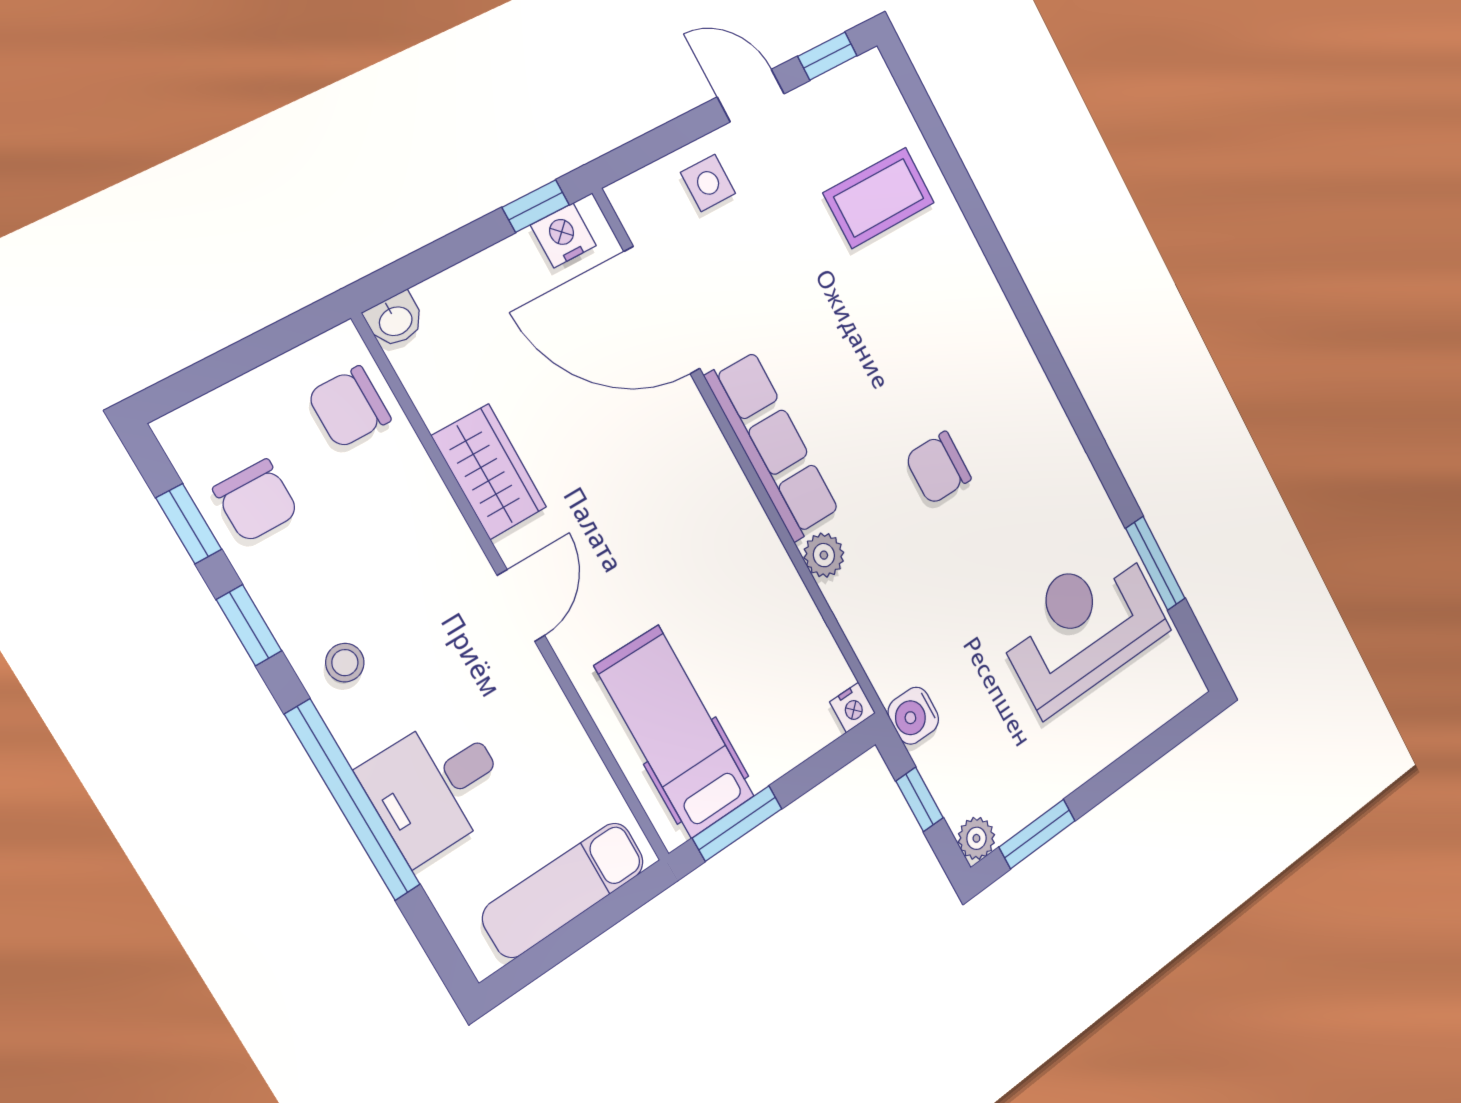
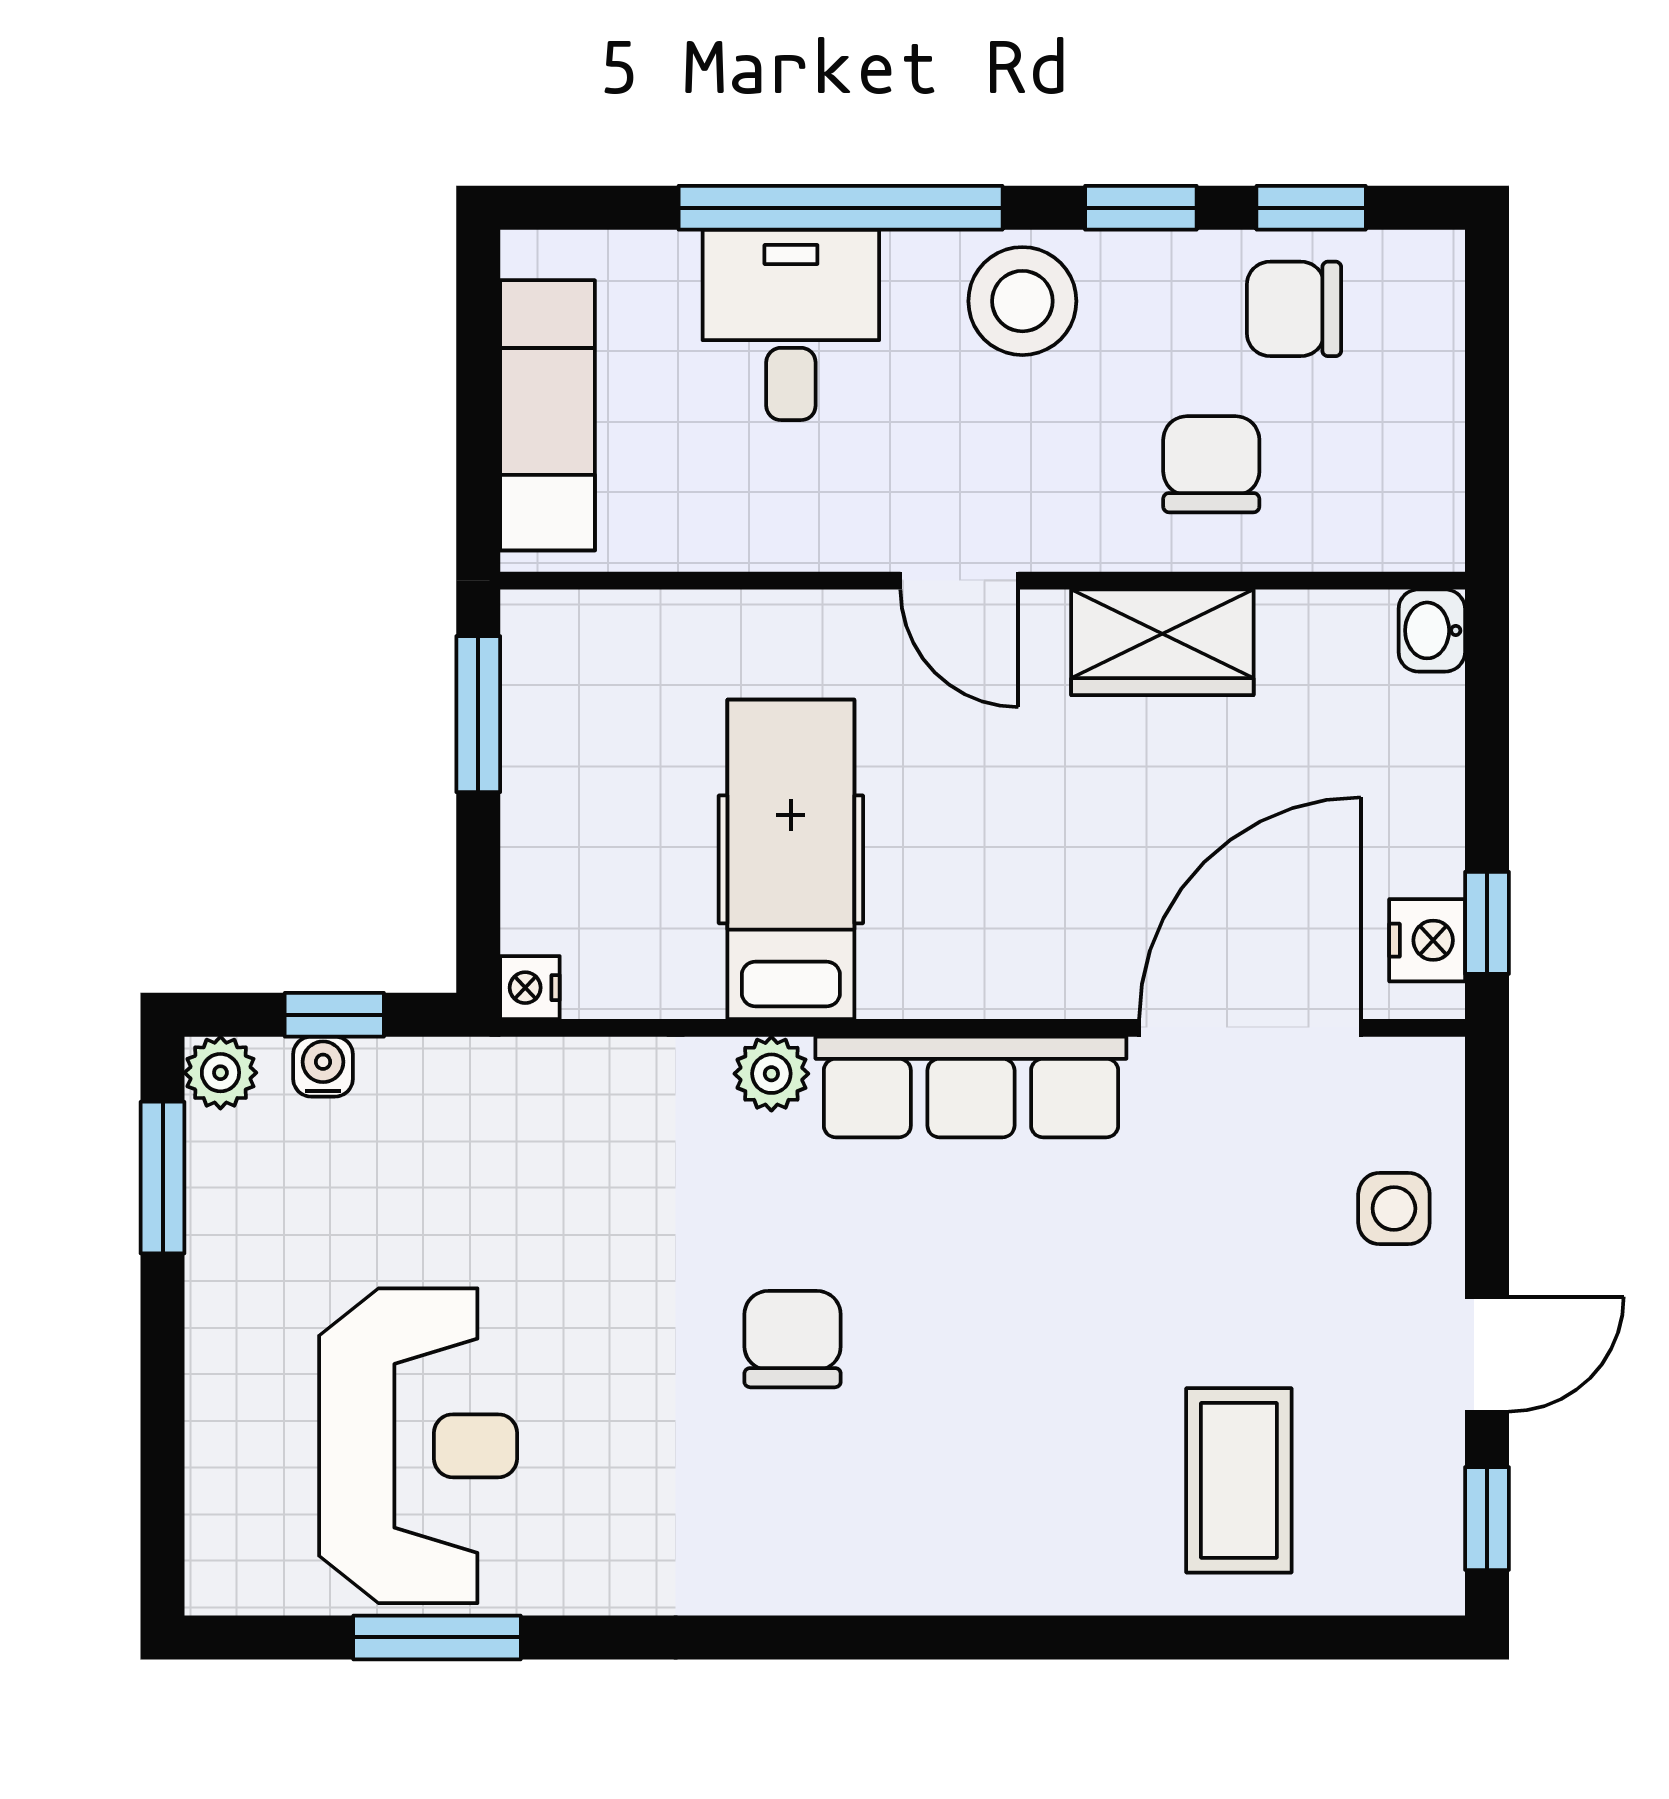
chair: (349, 407) -> (1211, 464), moved
stool: (345, 663) -> (1022, 301), width x1.89, depth x1.89
water cooler: (913, 716) -> (323, 1067), moved, width x0.72, depth x0.72
hospital bed: (675, 732) -> (791, 859), moved, turned -90

